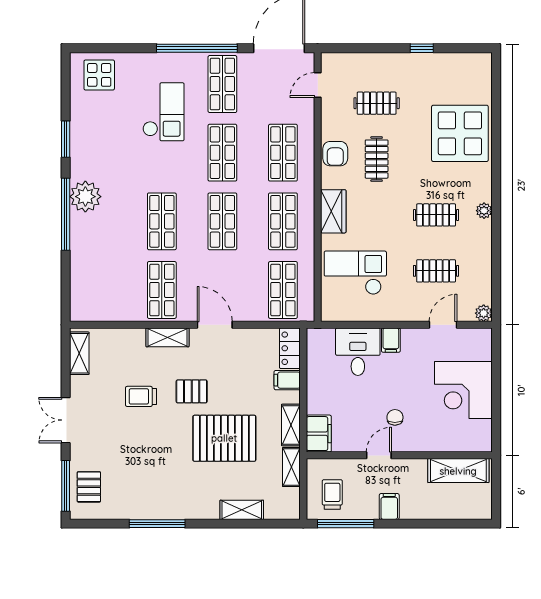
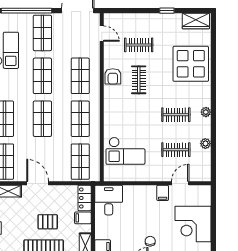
door: (318, 85) -> (102, 34), swing flipped
wardrobe: (333, 211) -> (196, 21), moved, turned 90
checkout: (355, 273) -> (125, 151), turned 180
plant: (484, 313) -> (205, 144), moved
filing cabinet: (391, 340) -> (163, 193), moved
desk: (358, 352) -> (109, 200), moved
pallet: (192, 391) -> (48, 222), moved

